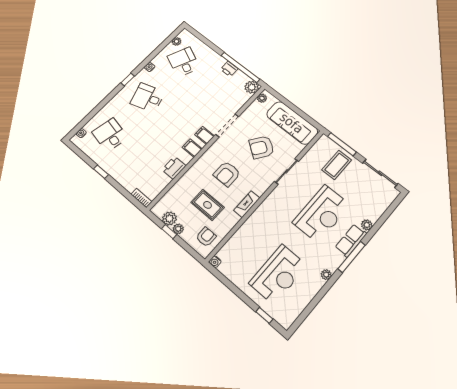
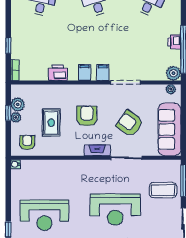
window: (101, 172) -> (8, 46), moved
armchair: (227, 174) -> (87, 116), turned 90
fireplace: (247, 204) -> (97, 150), moved
armchair: (206, 237) -> (27, 142), turned -90

